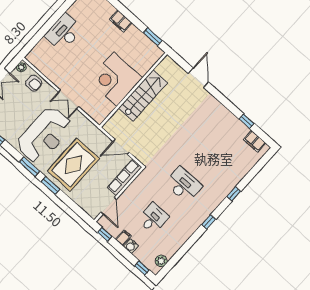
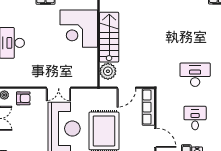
corner desk: (115, 79) -> (79, 29), moved
plant: (118, 121) -> (108, 71), added

